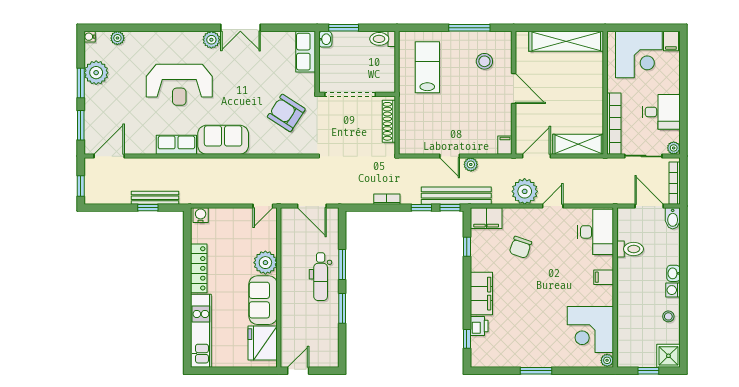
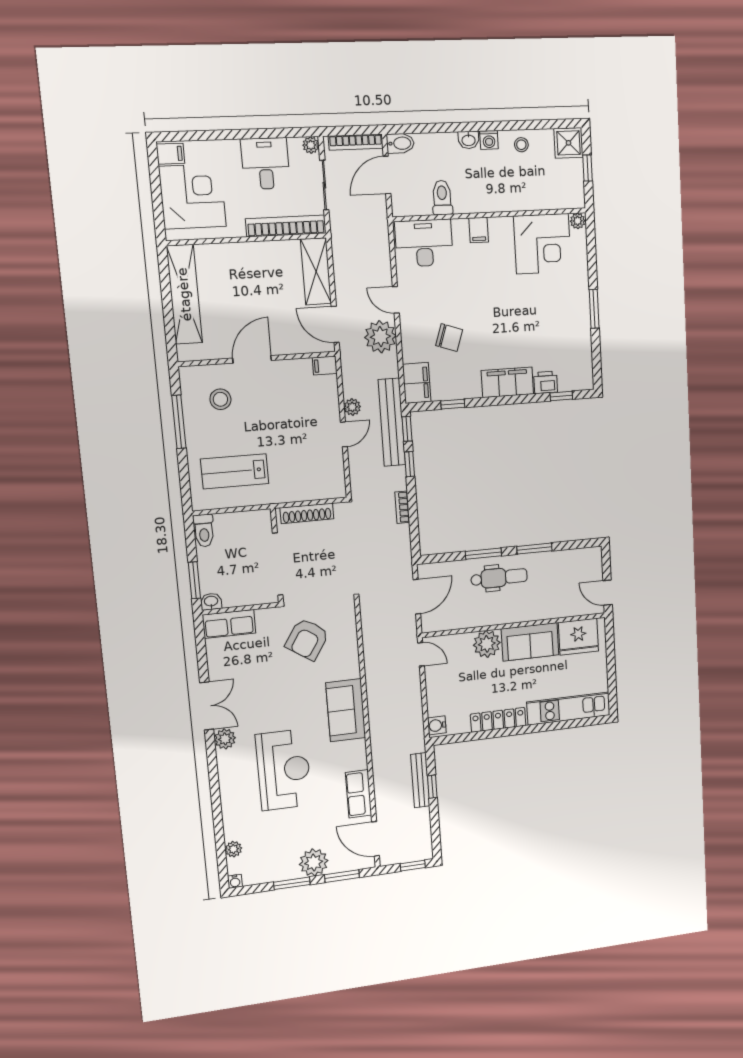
plant: (96, 73) -> (314, 862), moved
row of seats: (176, 145) -> (359, 794), moved

